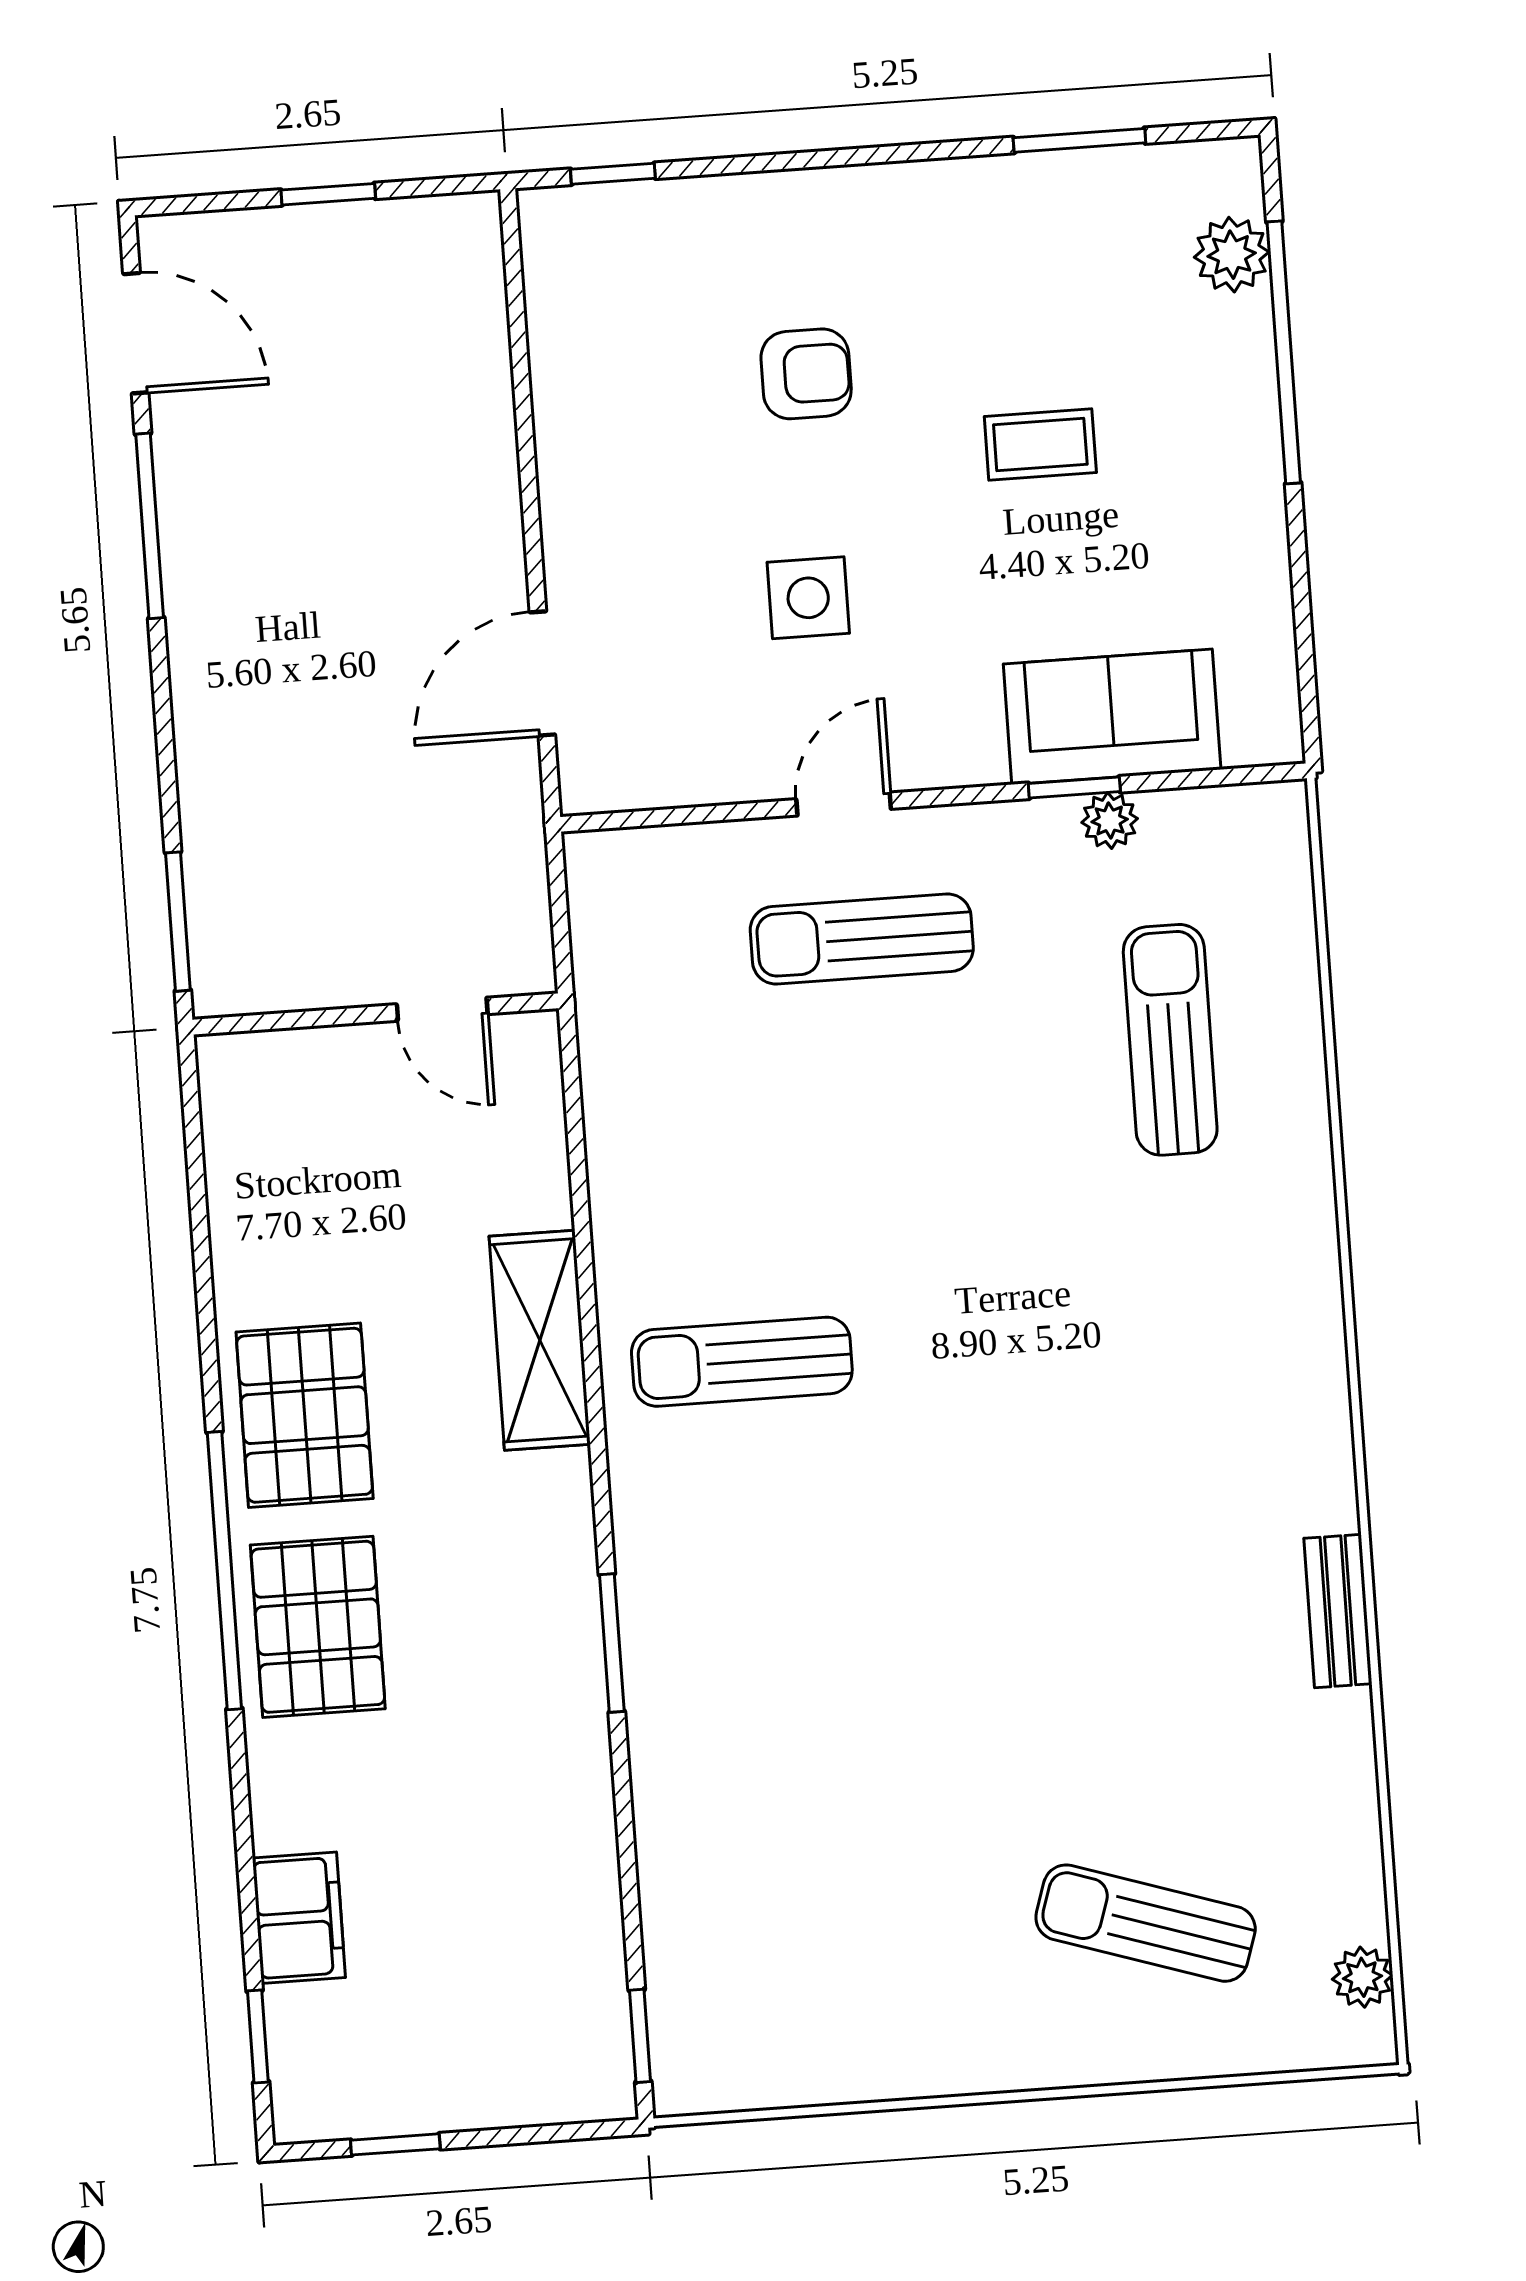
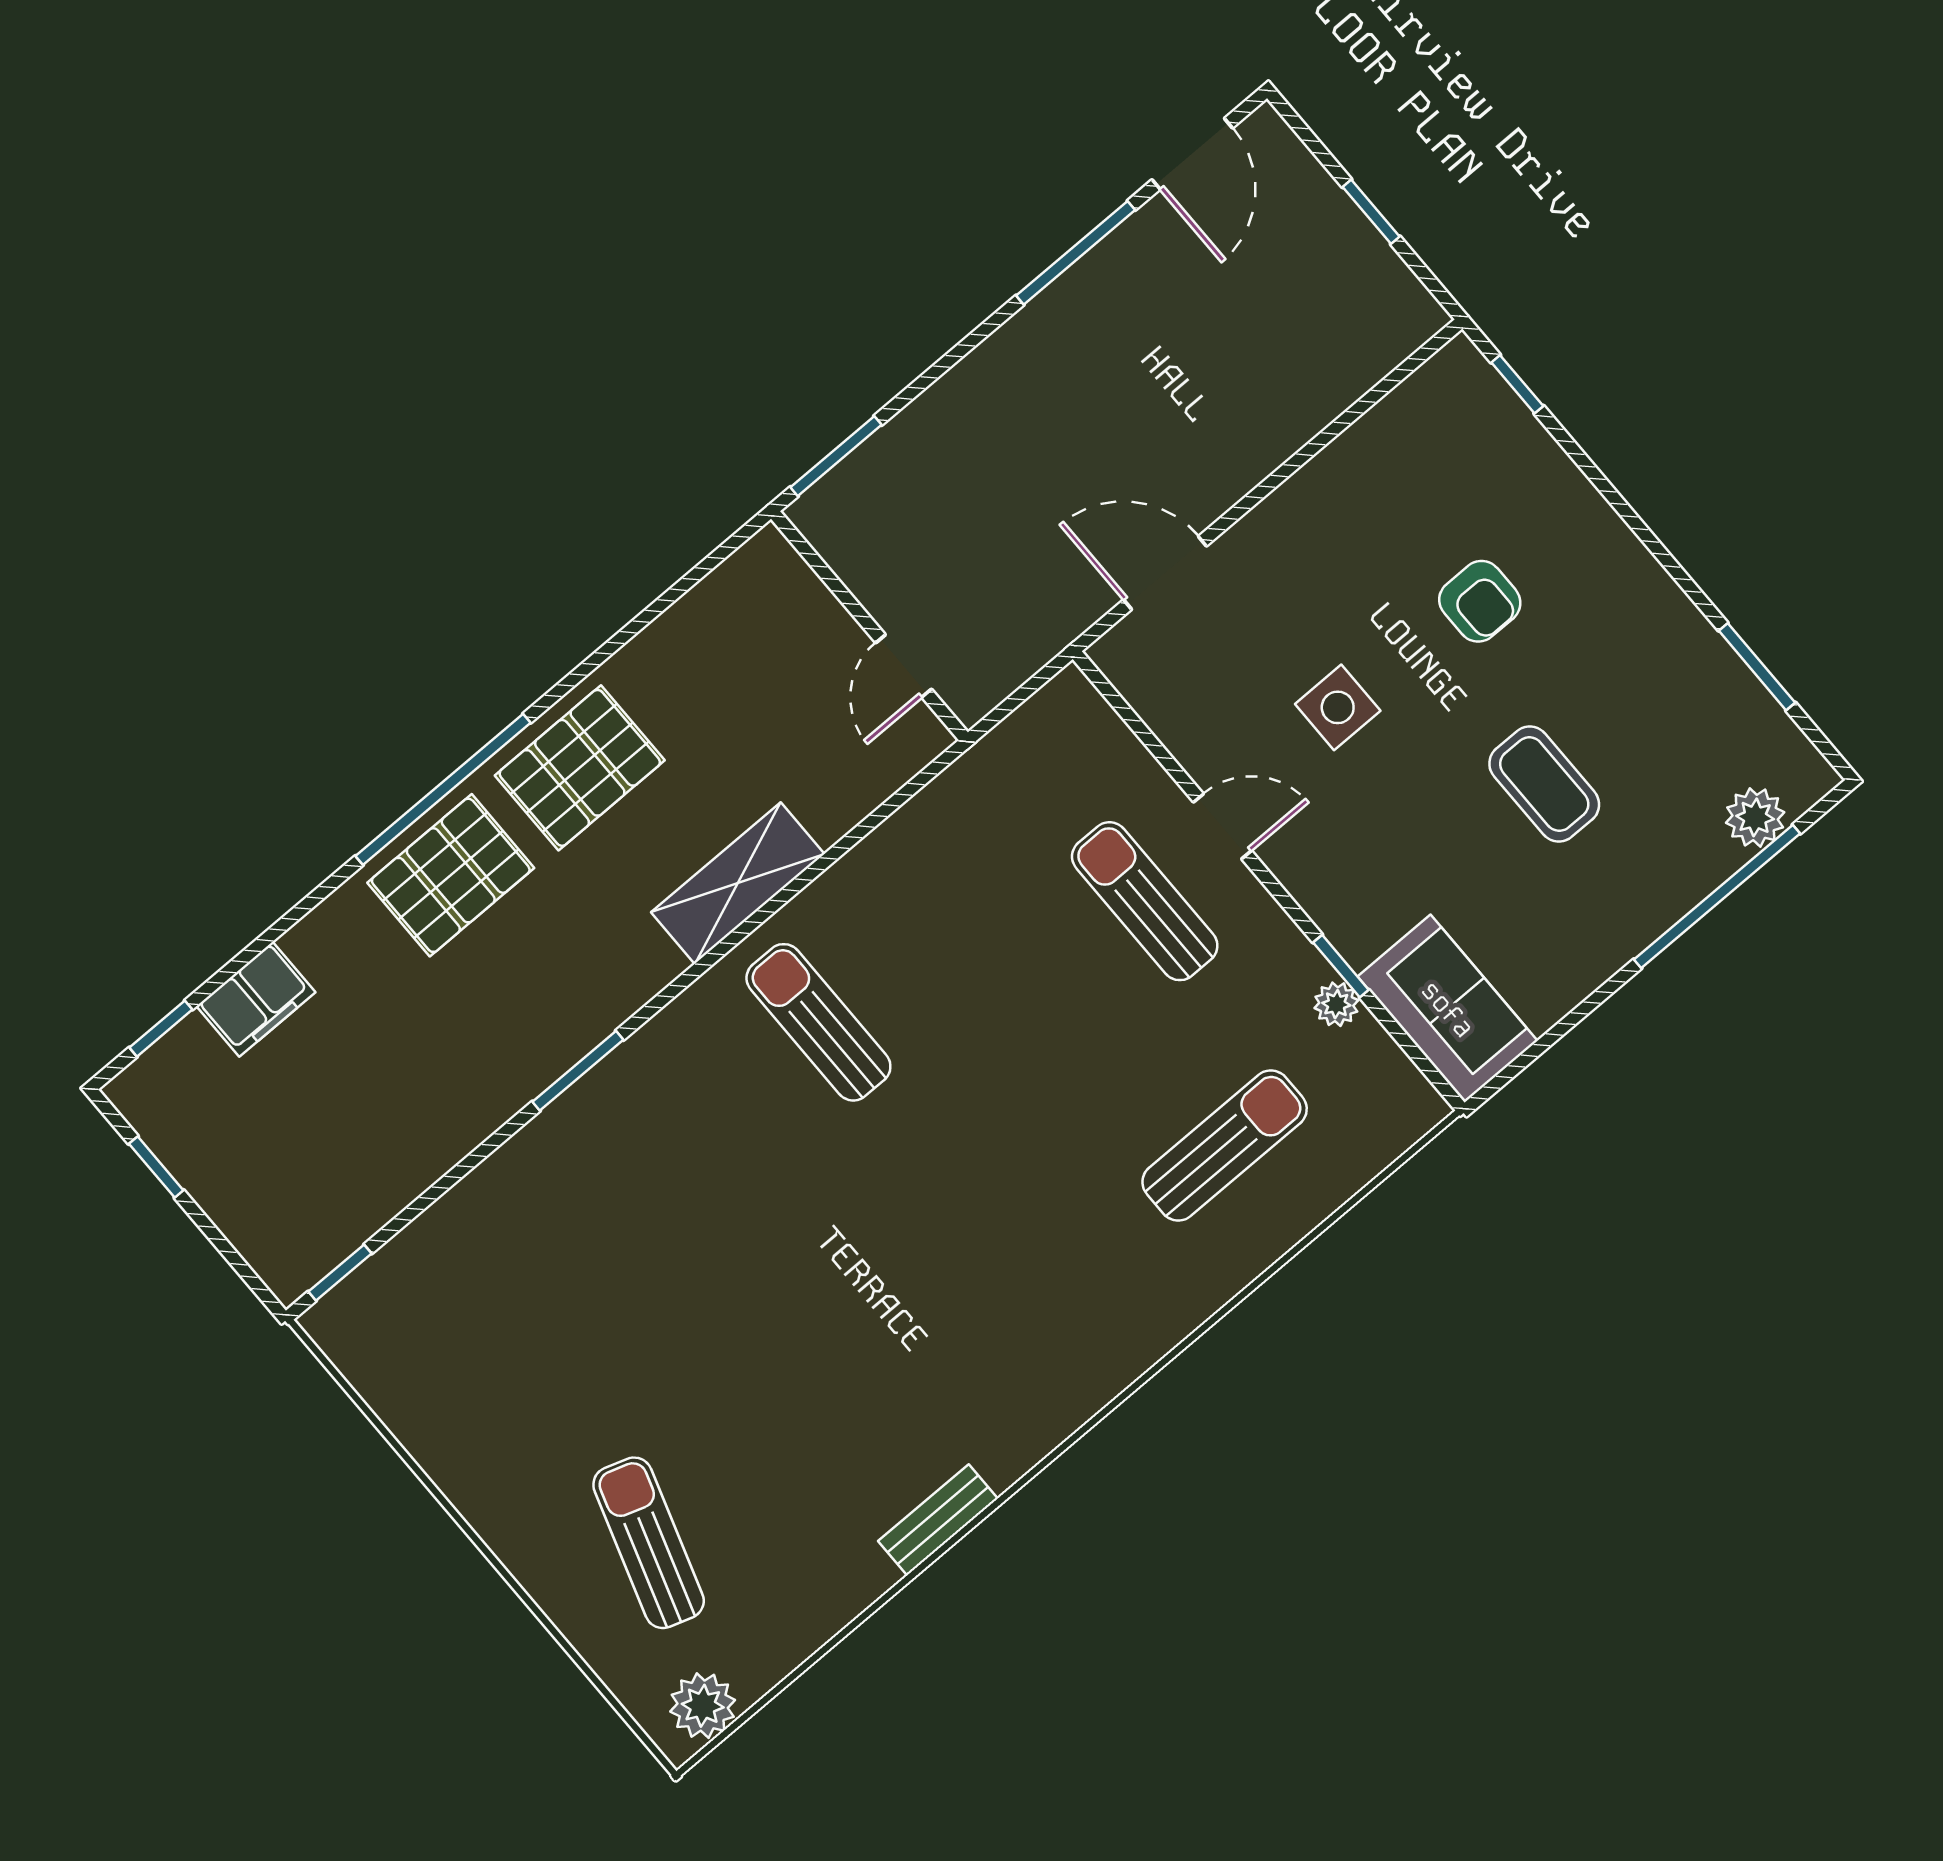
coffee table: (1040, 445) -> (1544, 784), width x1.36, depth x1.30
sofa: (1112, 717) -> (1447, 1009), moved
plant: (1362, 1977) -> (703, 1706), width x1.38, depth x1.38

